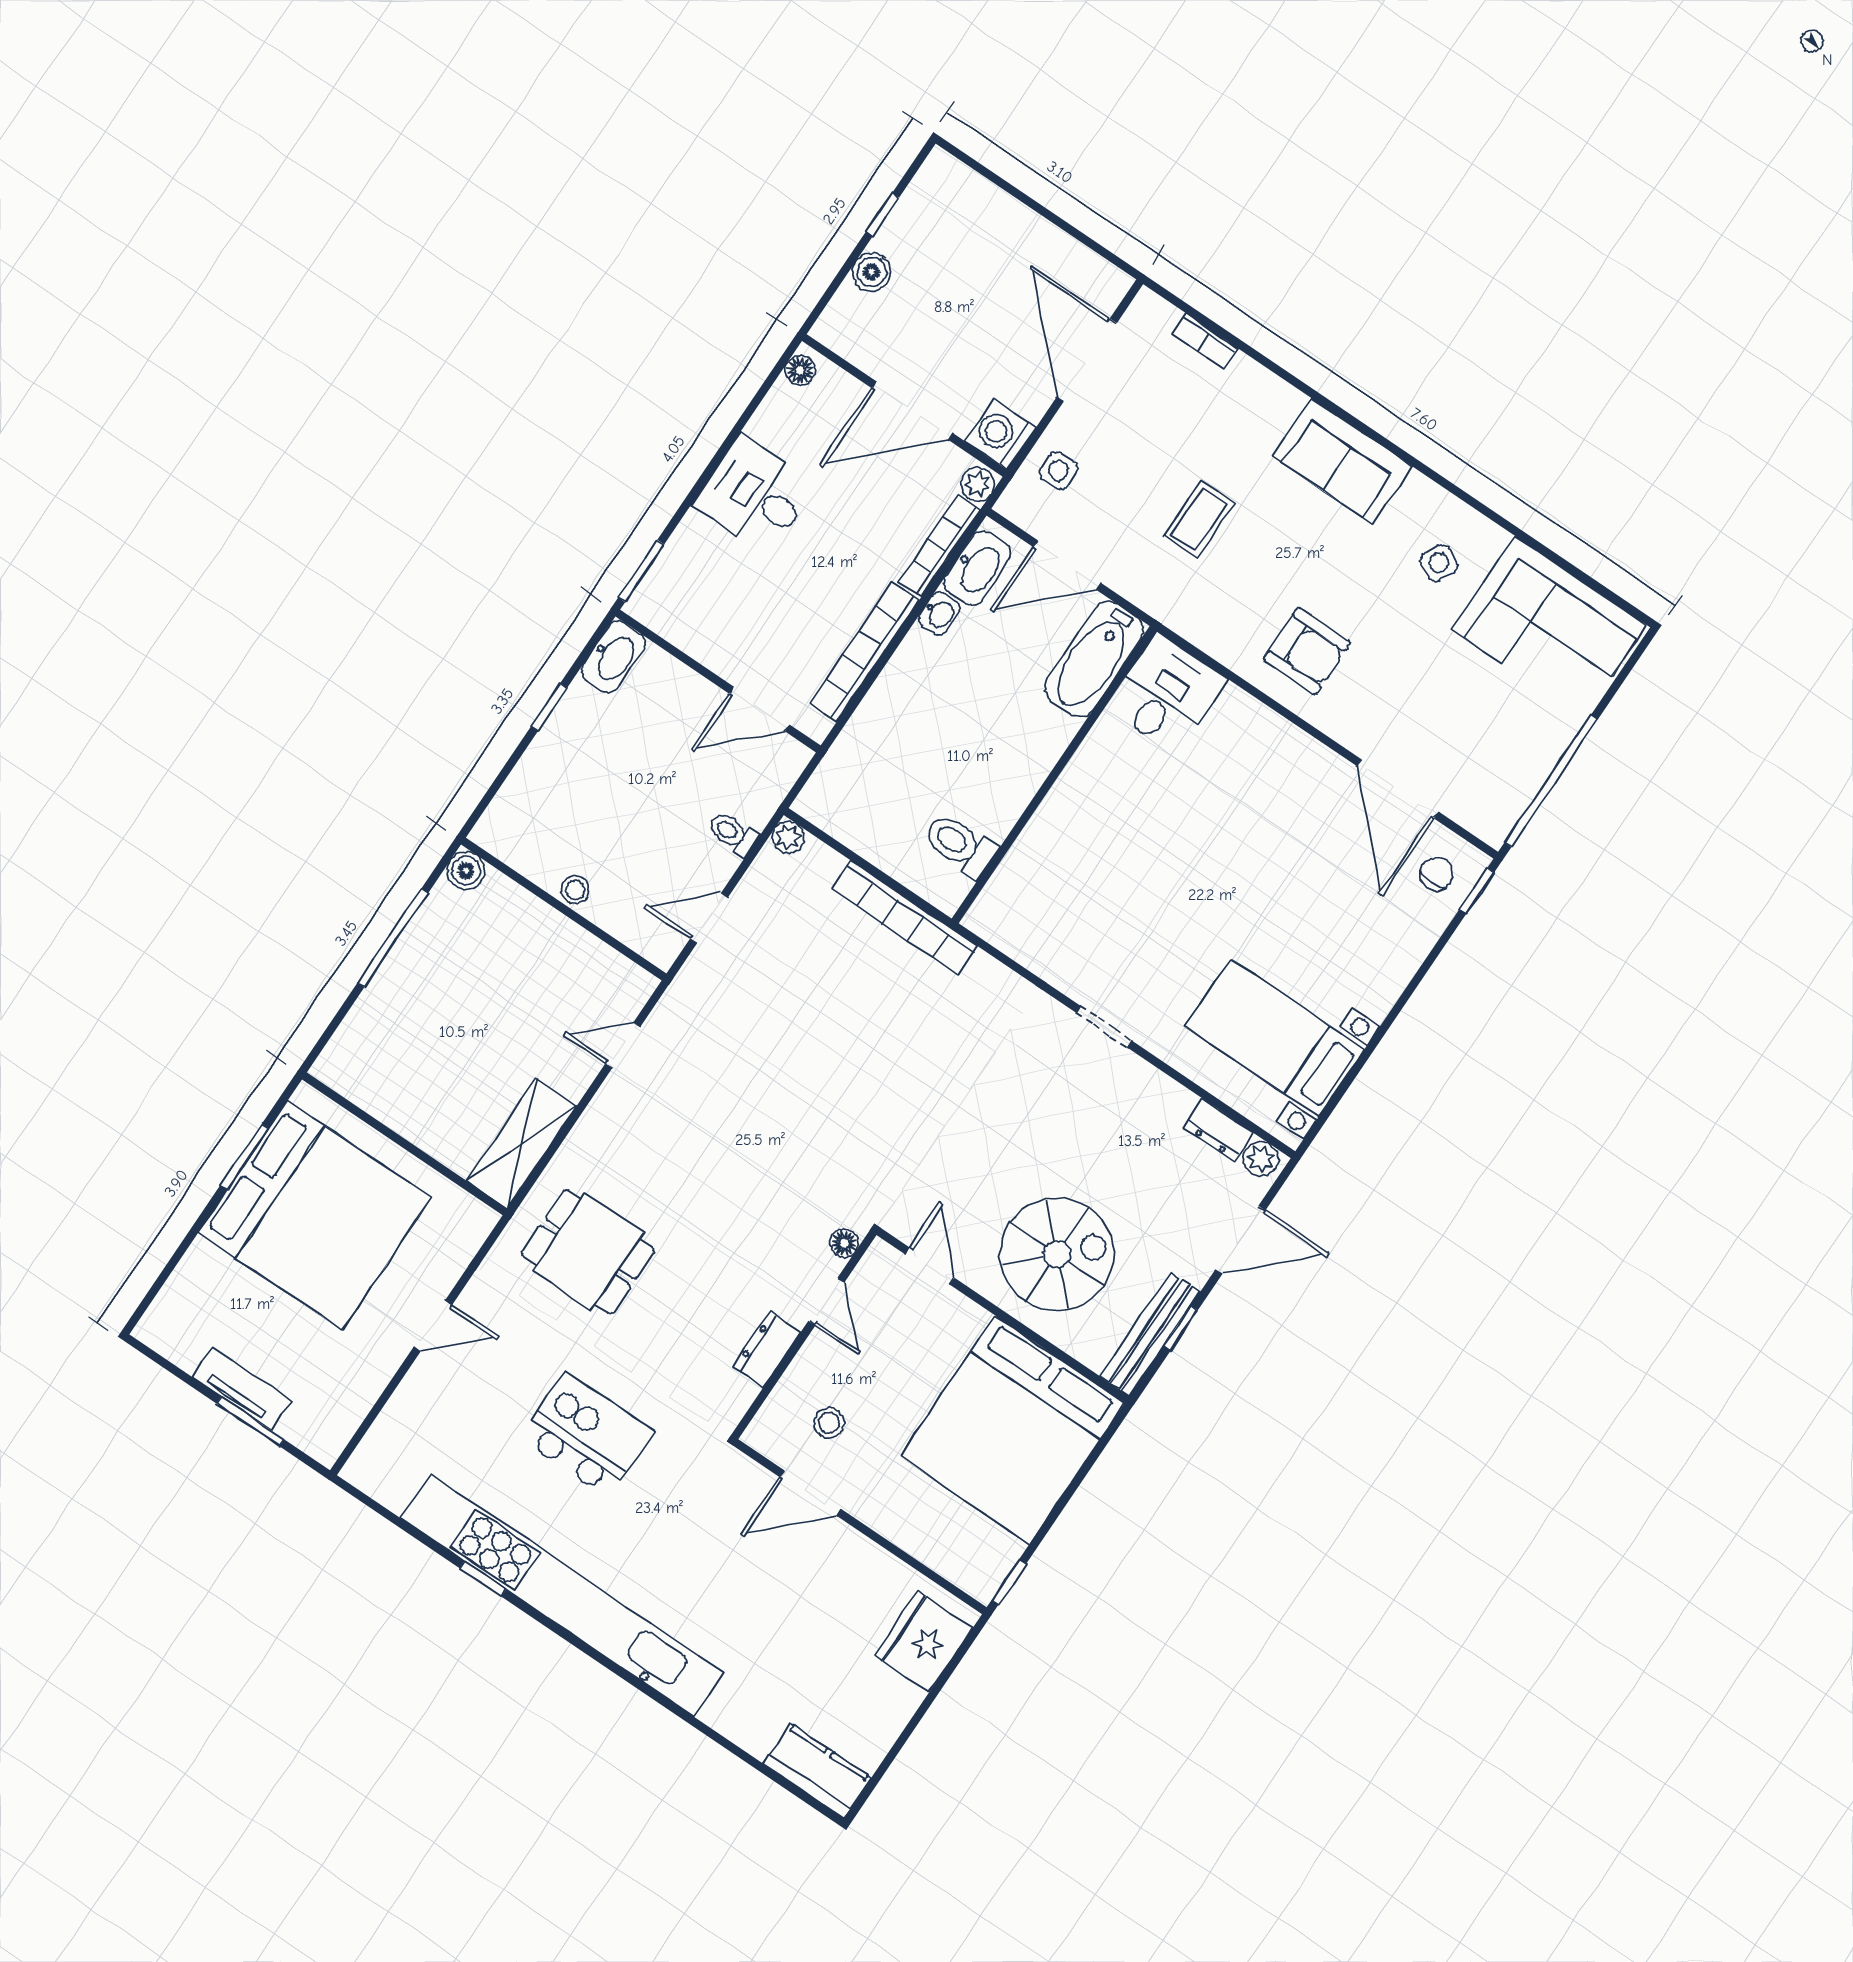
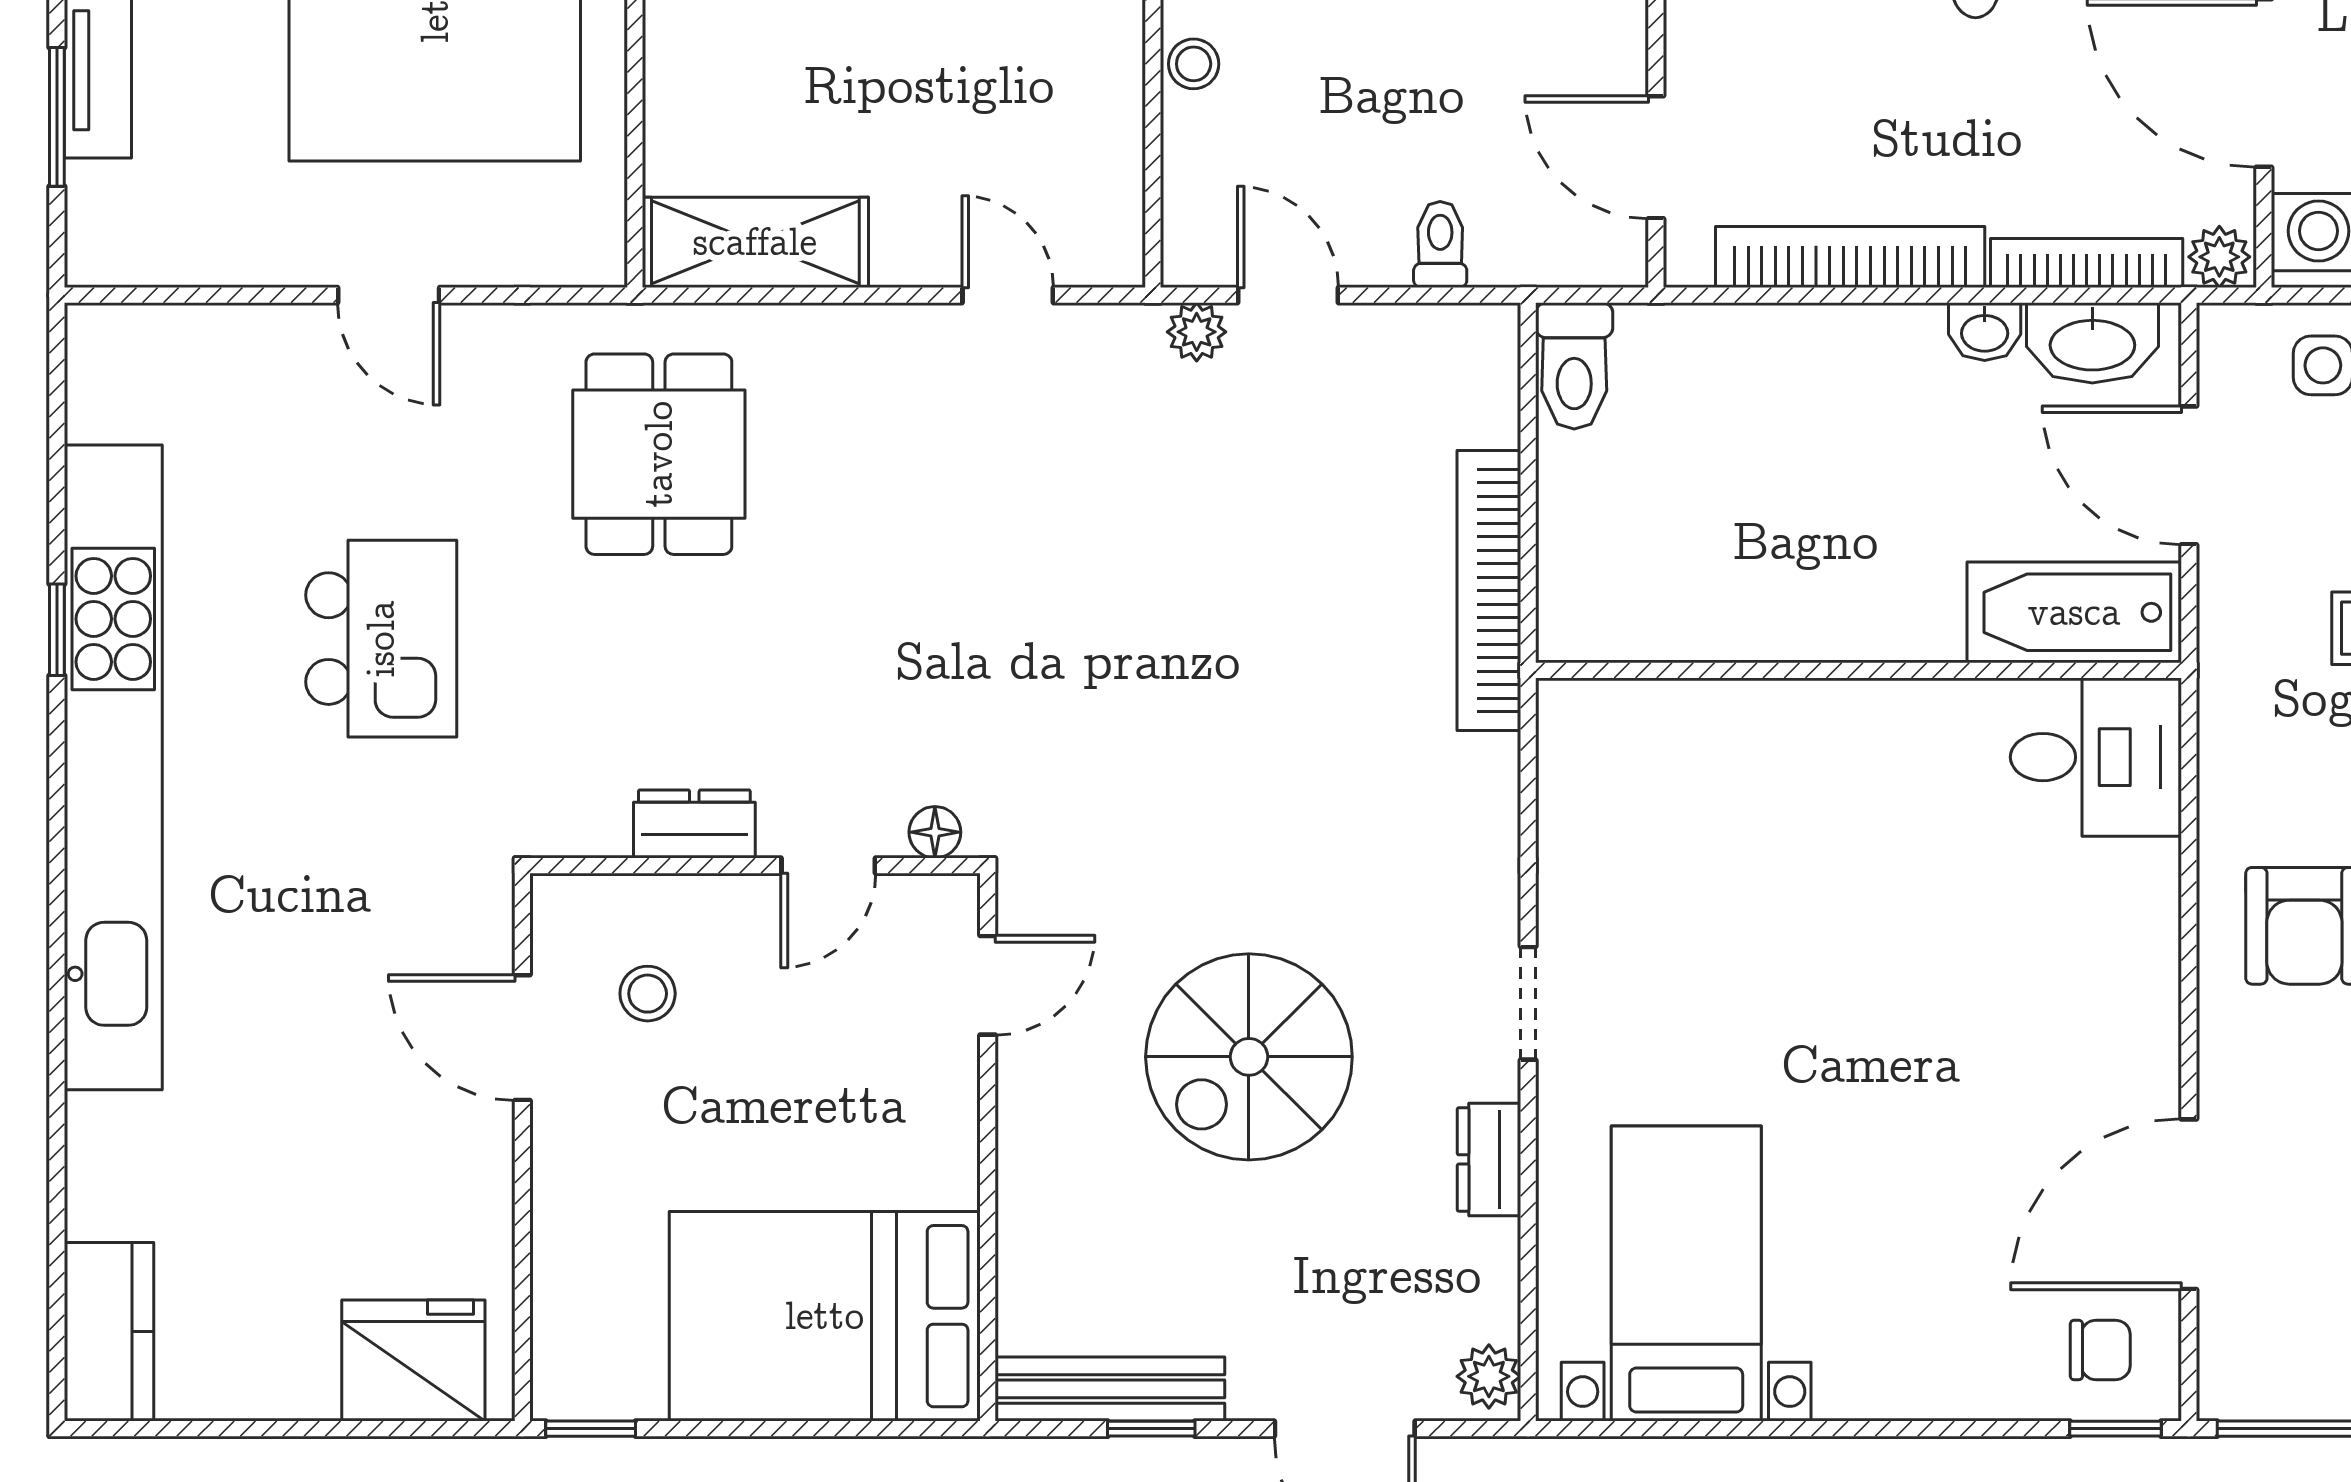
plant: (788, 837) -> (1197, 332), moved
toilet: (960, 845) -> (1574, 366), moved, turned 180
dresser: (1218, 1130) -> (1489, 1159), moved
spiral stairs: (1057, 1254) -> (1249, 1057), moved, turned 90
bed: (1012, 1430) -> (825, 1316), width x0.73

